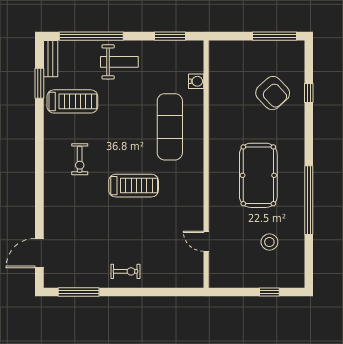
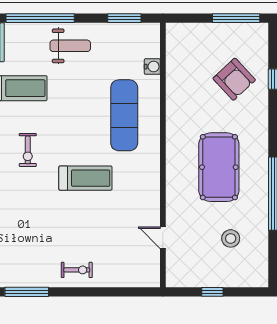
window: (269, 292) -> (212, 292), moved

